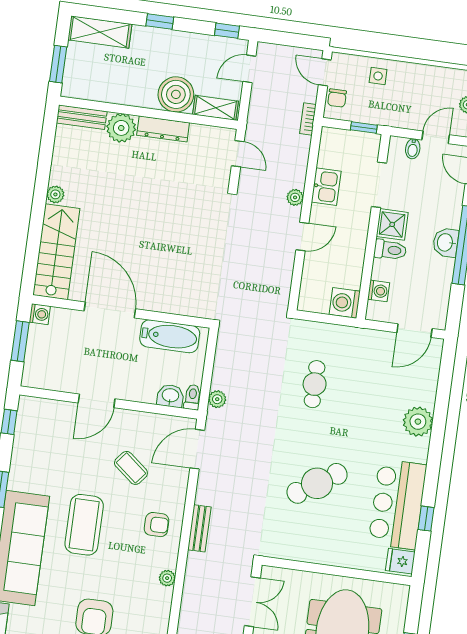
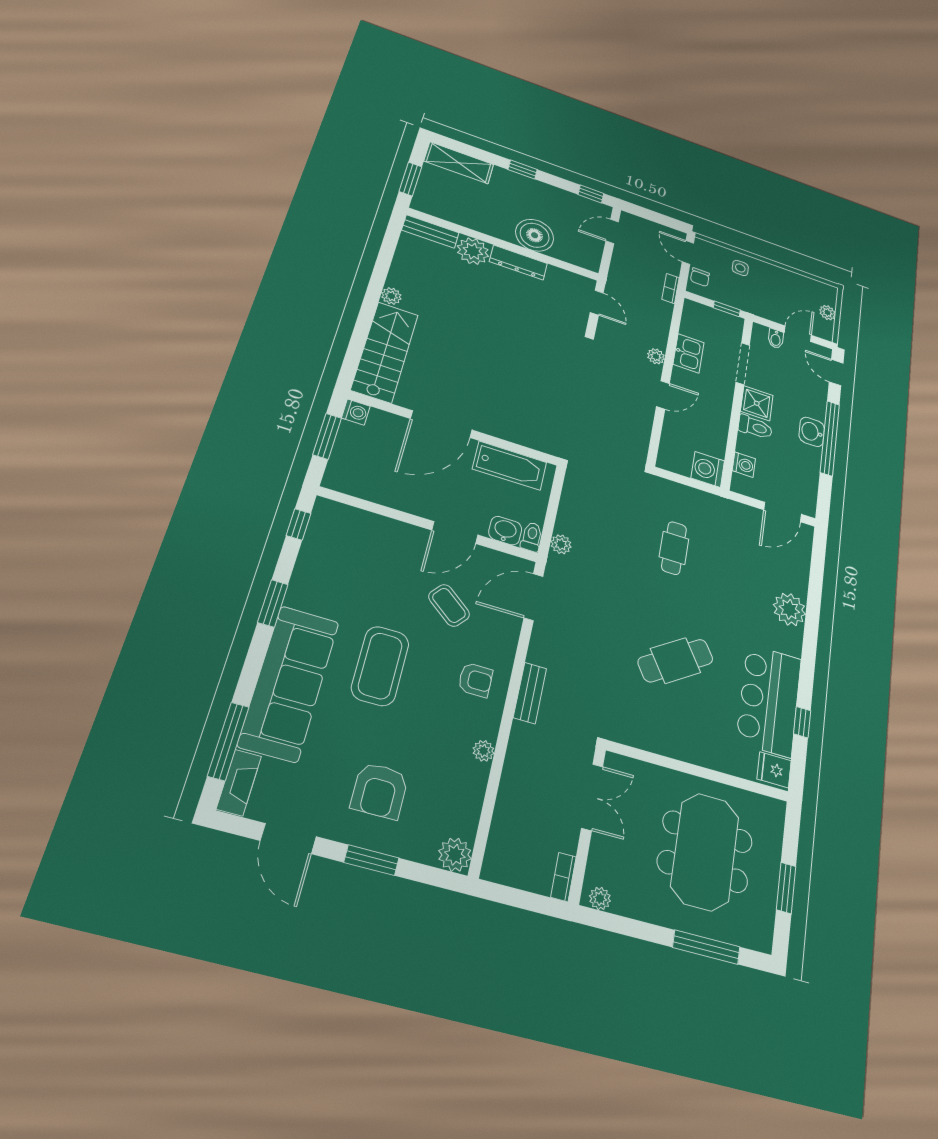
shelving: (216, 108) -> (576, 257), removed
door: (110, 310) -> (441, 424), swing flipped
door: (97, 401) -> (455, 533), moved

